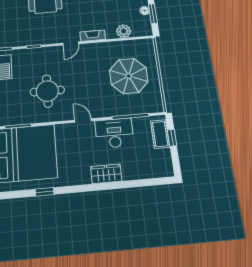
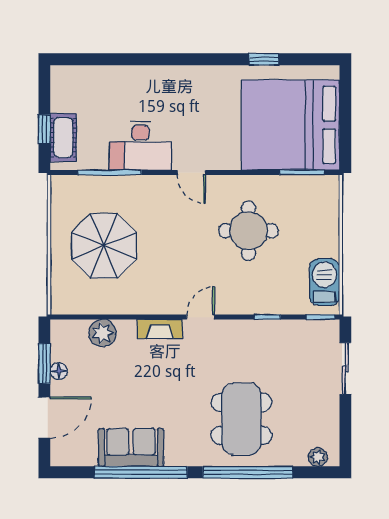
wardrobe: (106, 174) -> (161, 79), removed

